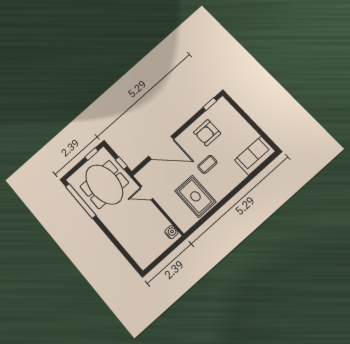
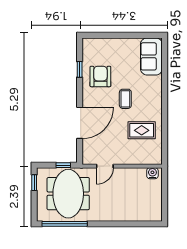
window: (210, 104) -> (80, 69), moved
armchair: (207, 133) -> (100, 76), turned 180
meeting table: (104, 185) -> (68, 194), turned 90
rug: (195, 196) -> (142, 130), width x0.73, depth x0.70

